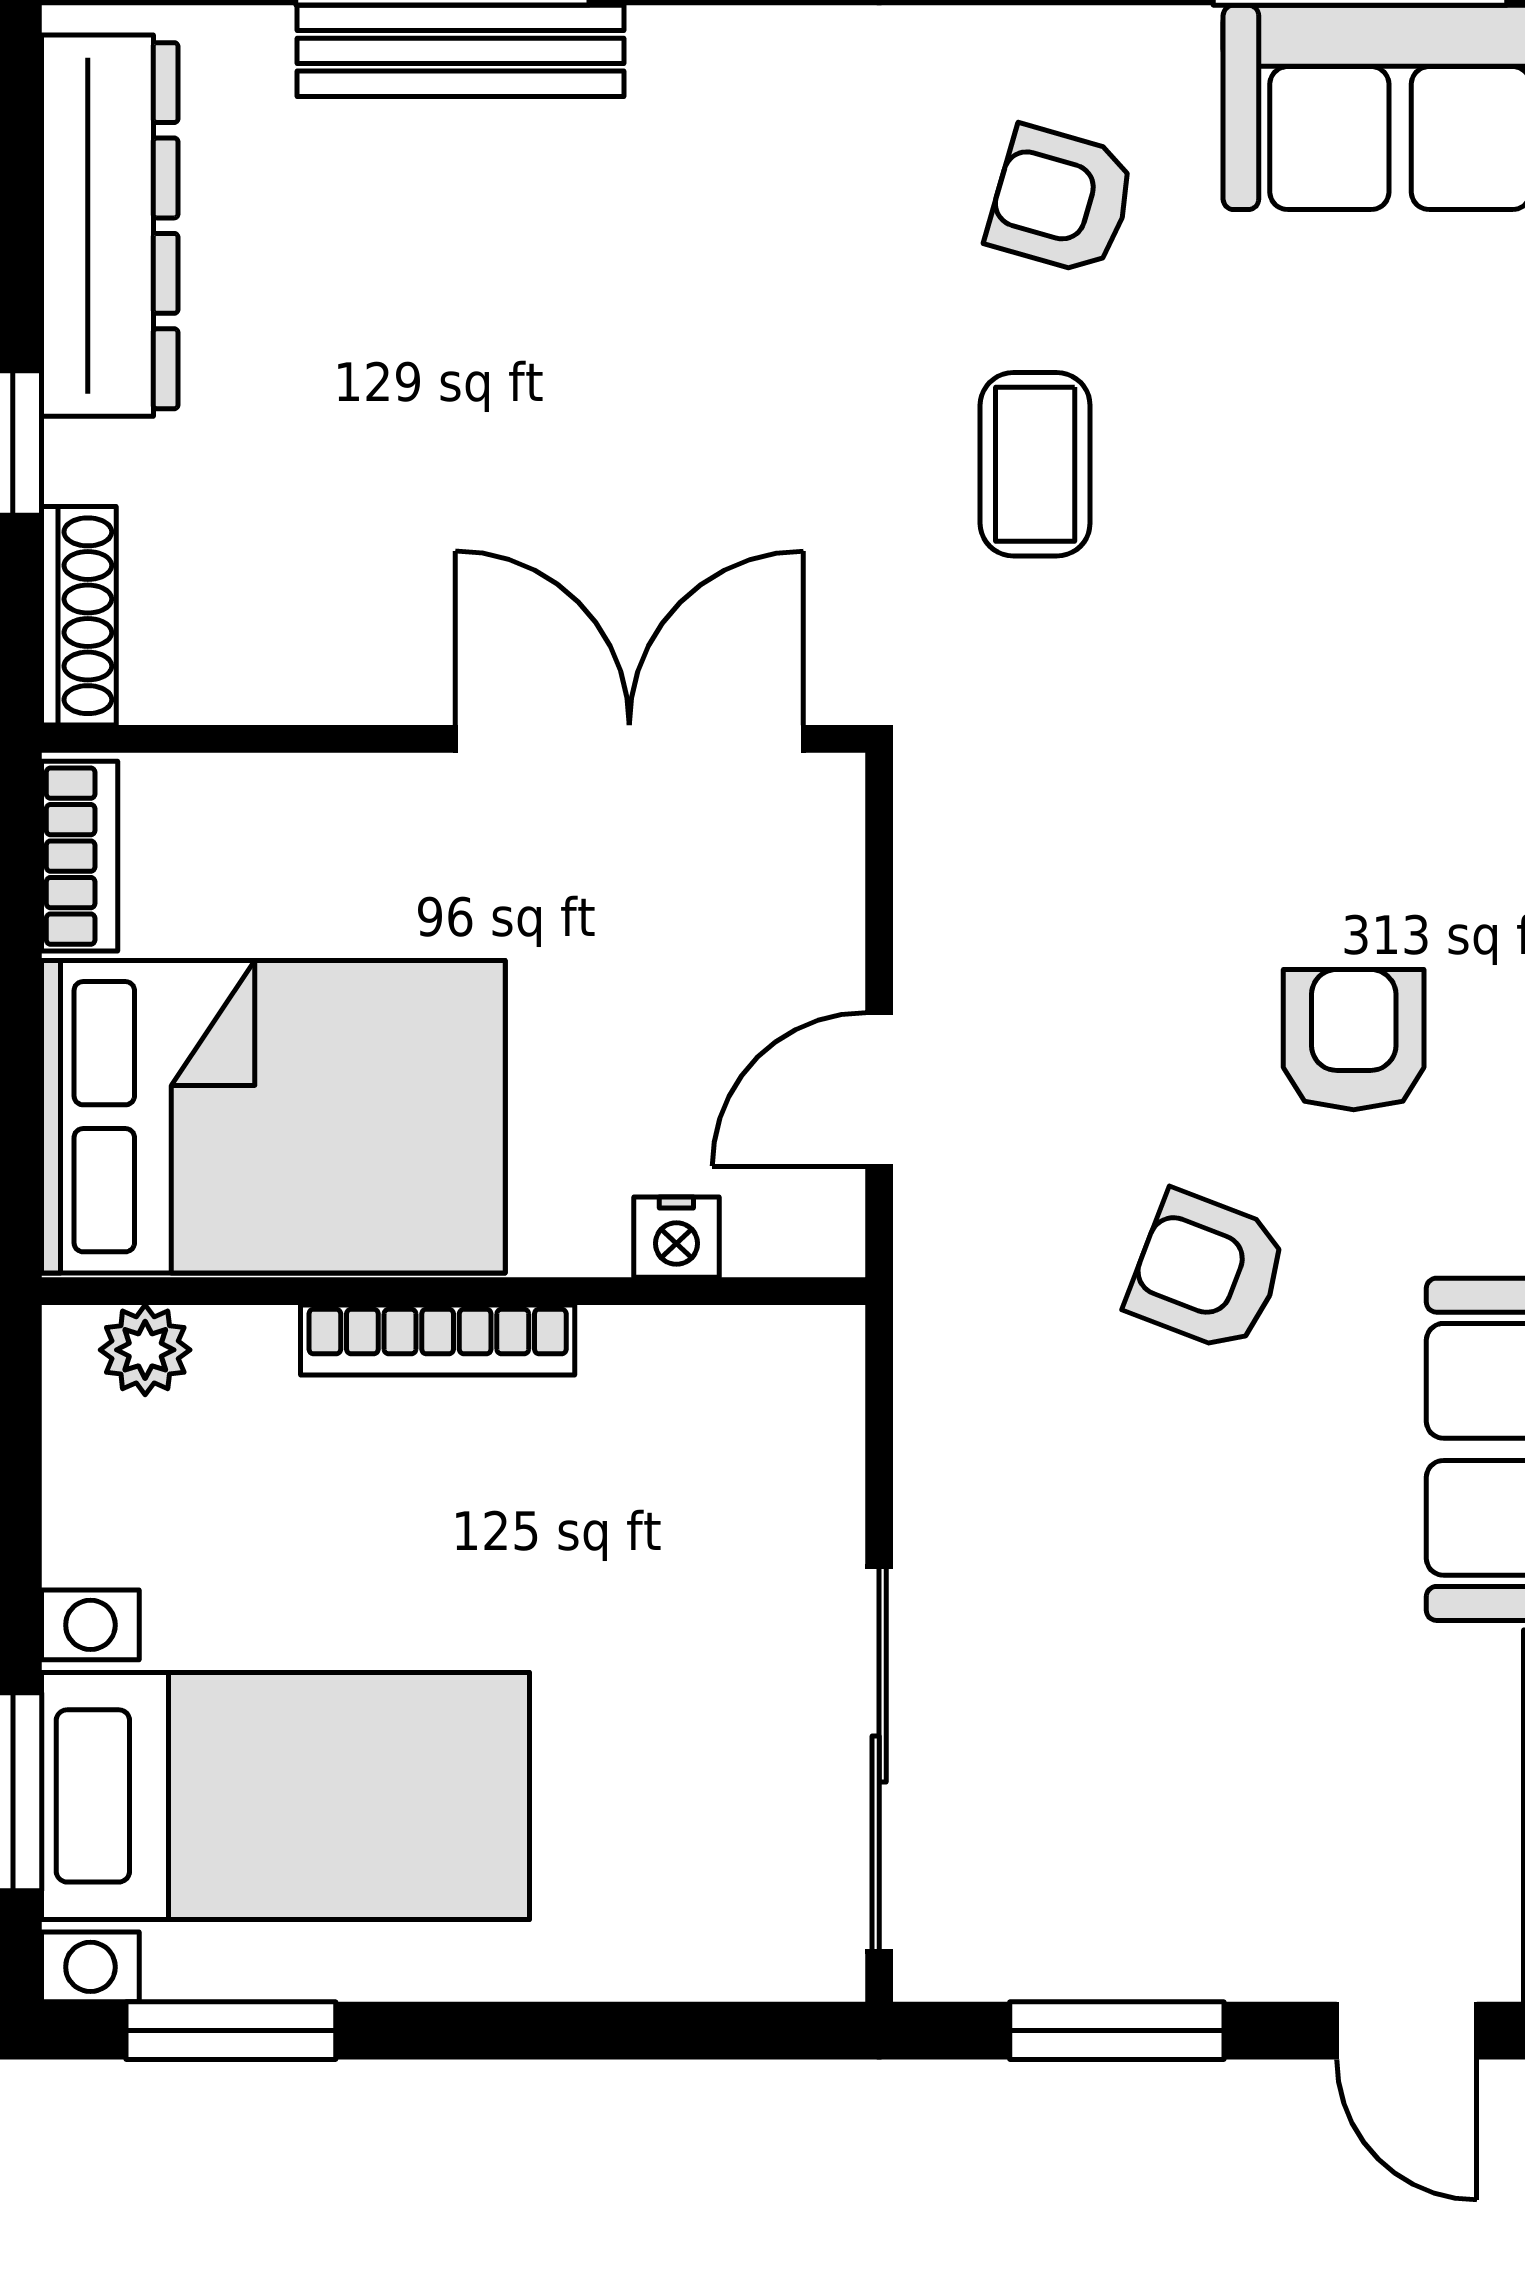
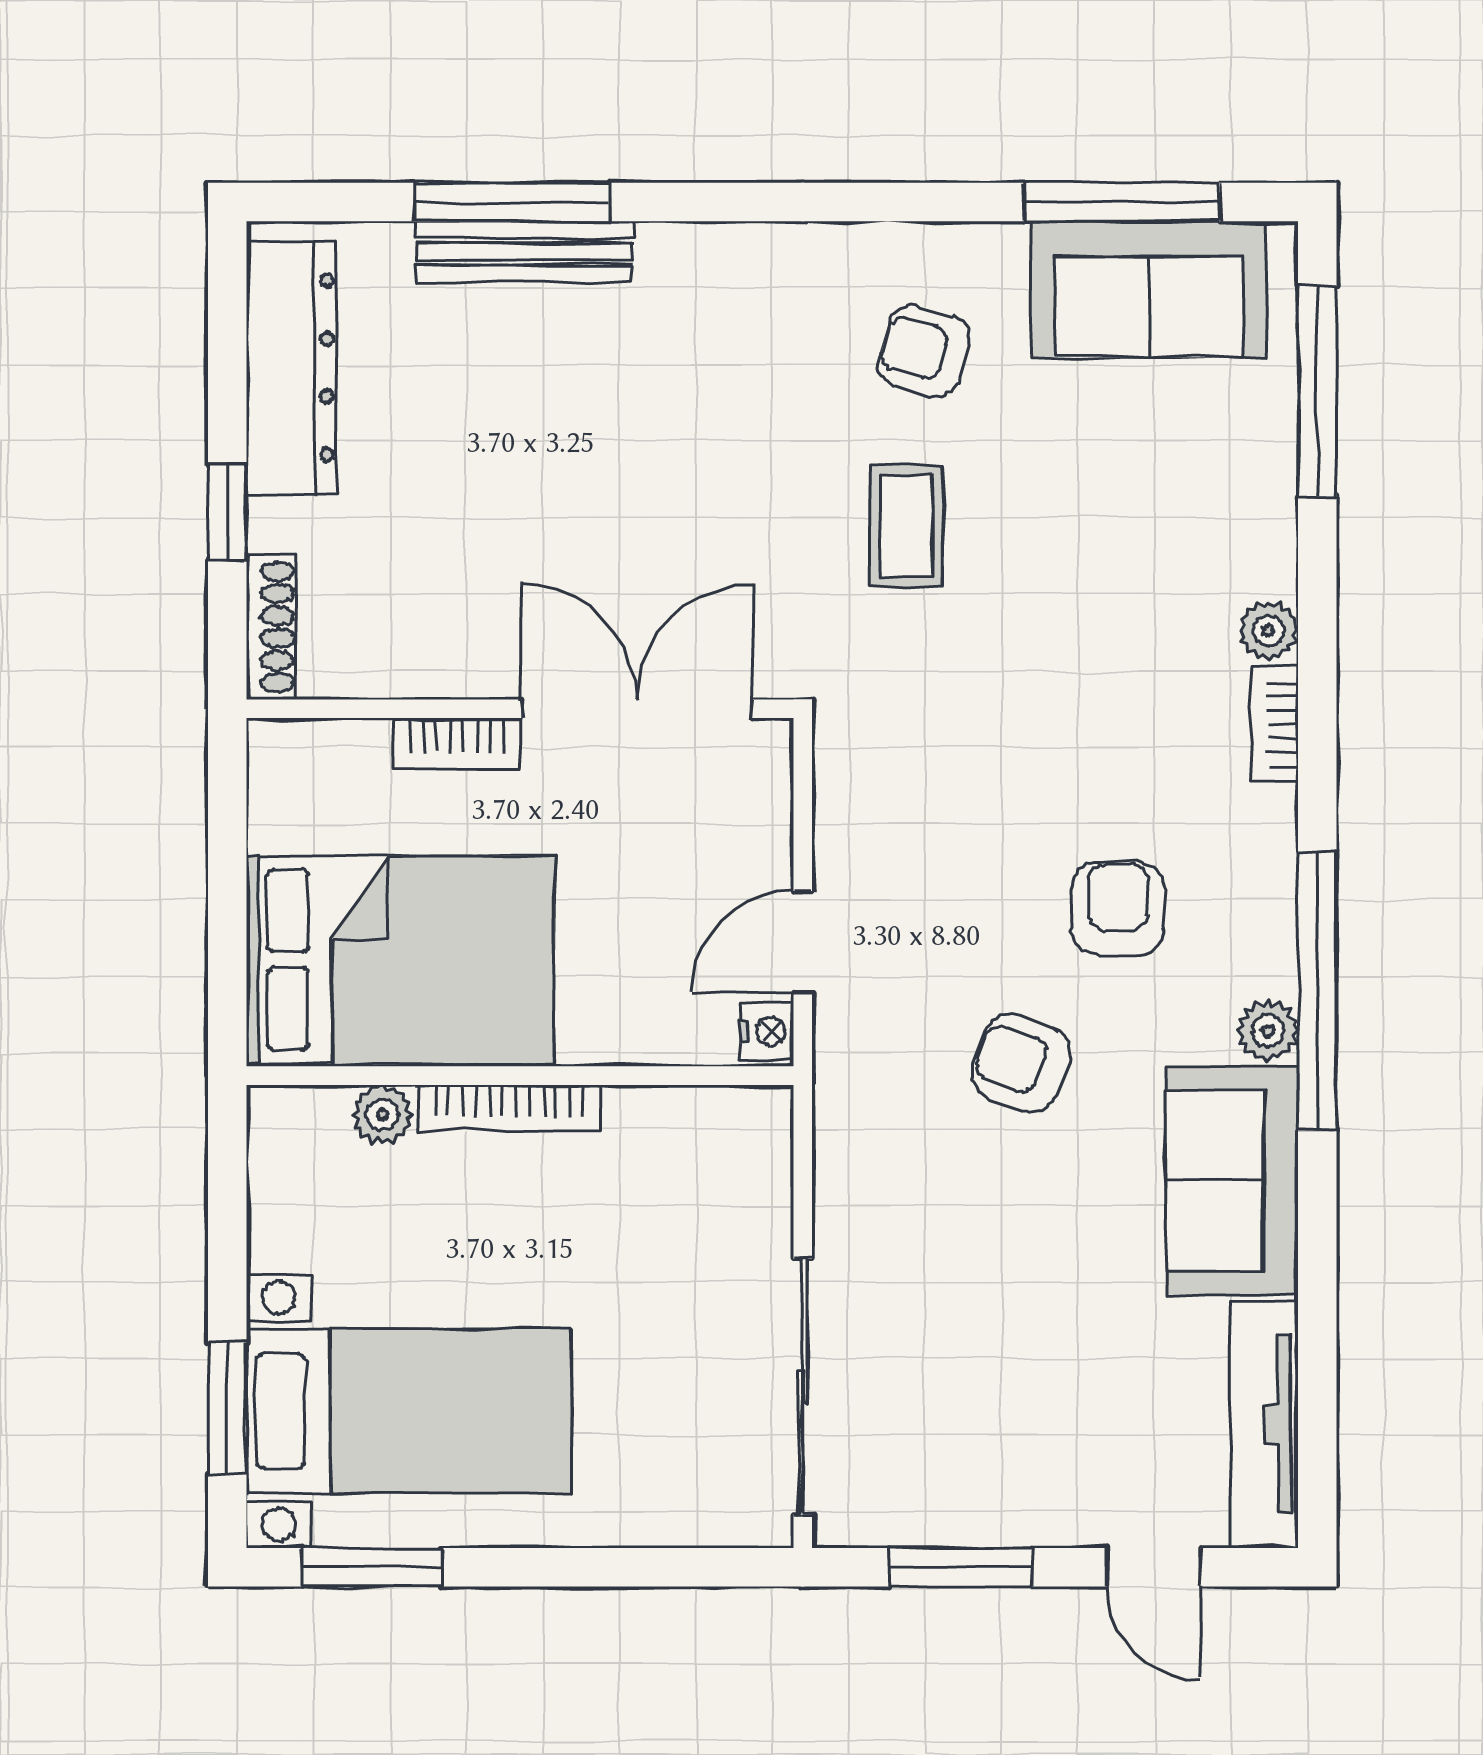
bookcase: (80, 856) -> (457, 743), moved, turned 90
nightstand: (676, 1237) -> (767, 1032), moved, turned -90
plant: (145, 1350) -> (382, 1115), moved

